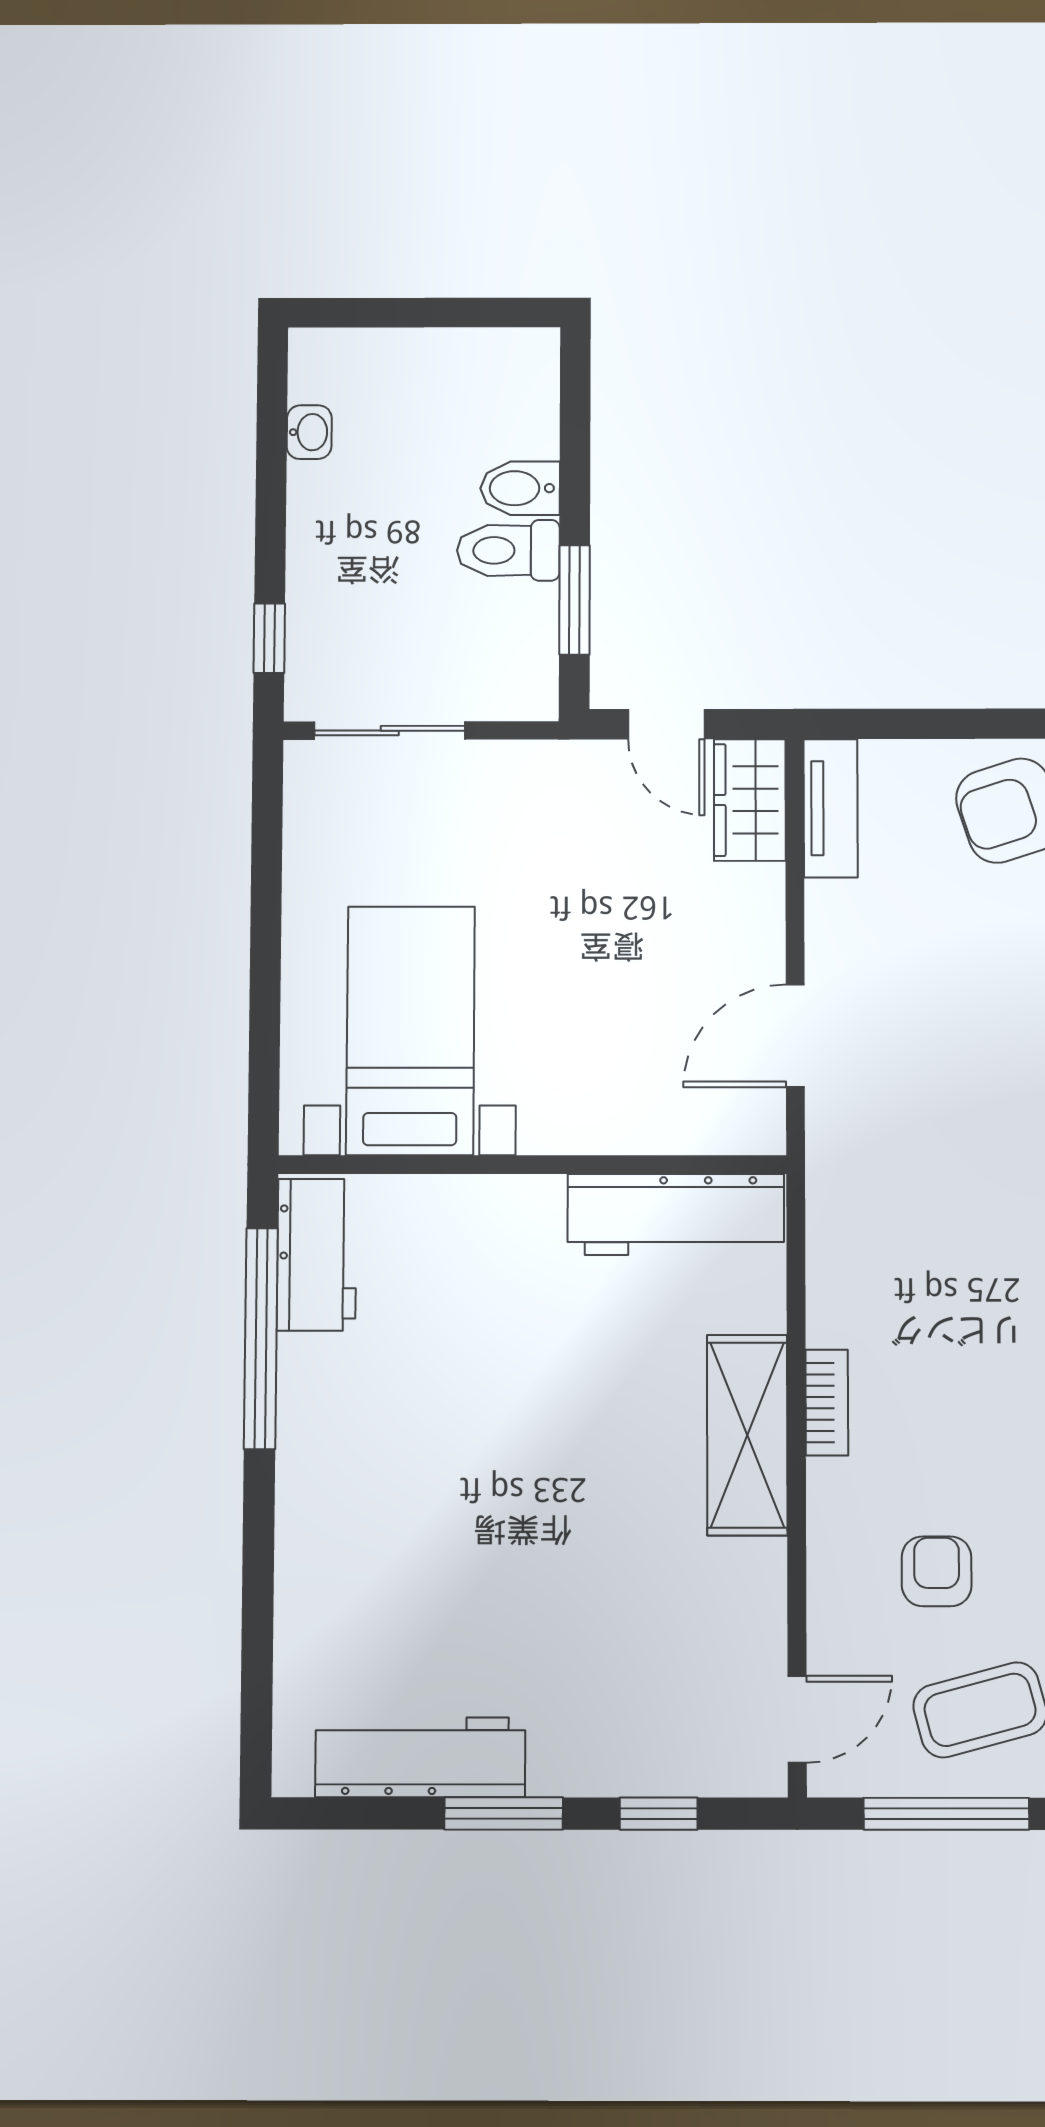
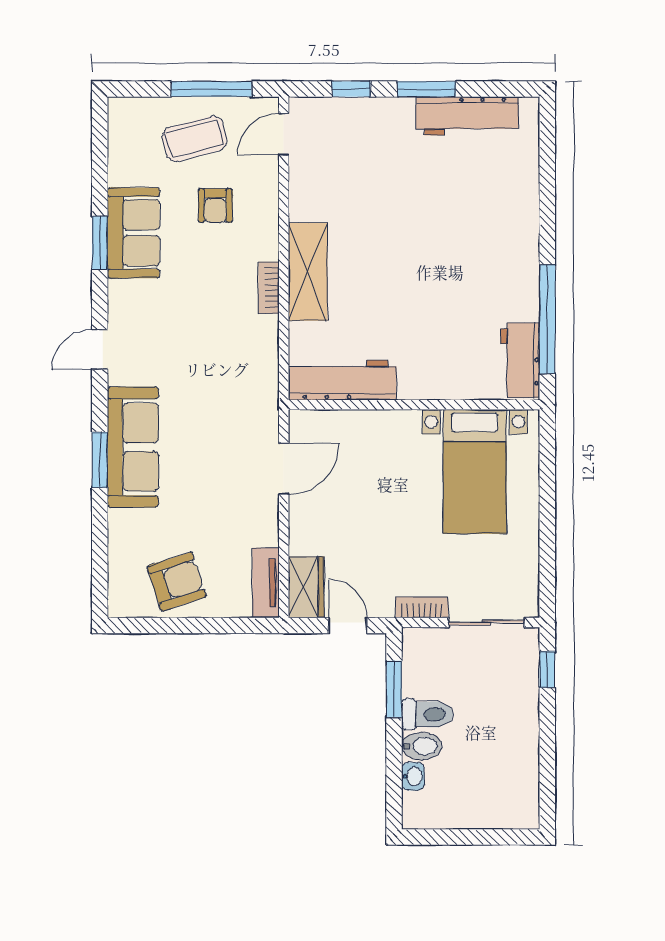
washbasin: (309, 432) -> (413, 776), moved, turned 180
bookcase: (518, 760) -> (422, 607), added

